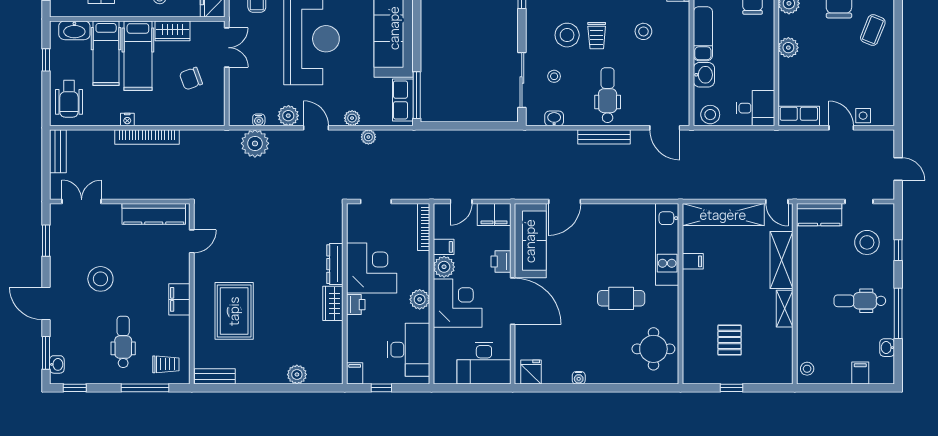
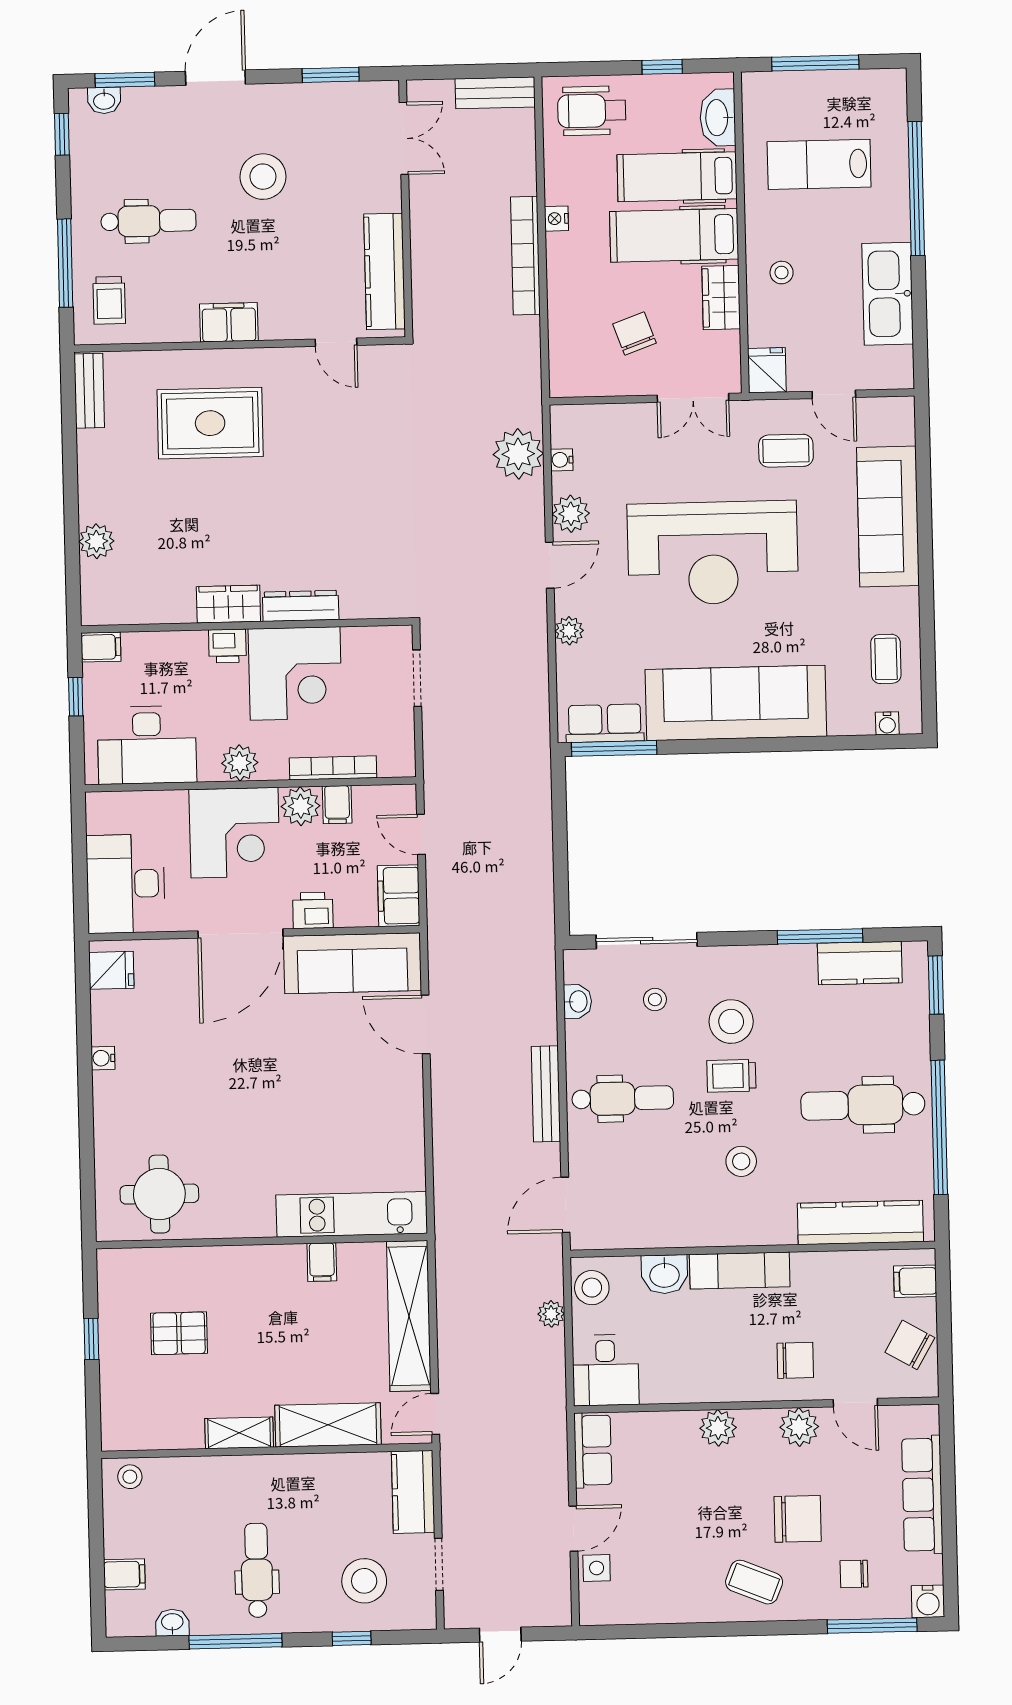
plant: (368, 137) -> (551, 1314), moved
bookcase: (424, 227) -> (333, 768), moved
cafe table: (621, 298) -> (251, 1132), removed

